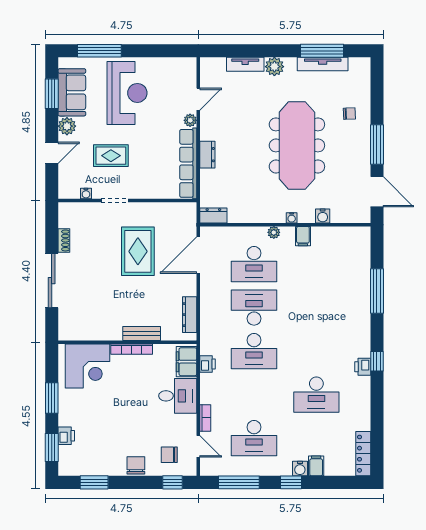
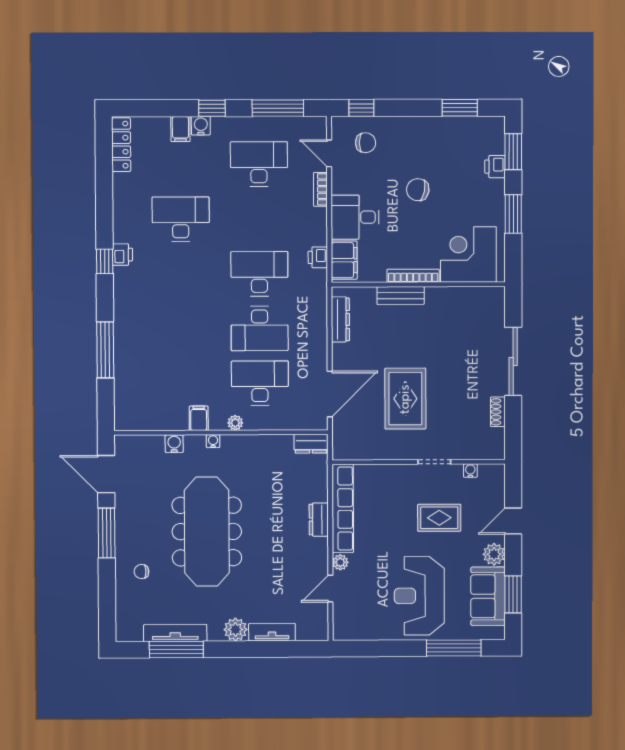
chair: (136, 465) -> (418, 190), moved, turned 101

